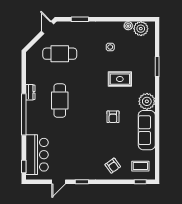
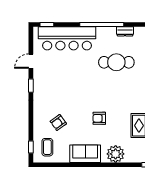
sofa: (147, 130) -> (85, 154), width x0.73
bar counter: (37, 155) -> (67, 38), width x1.36
armchair: (113, 166) -> (58, 123), moved
door: (59, 182) -> (31, 61), hinge flipped

